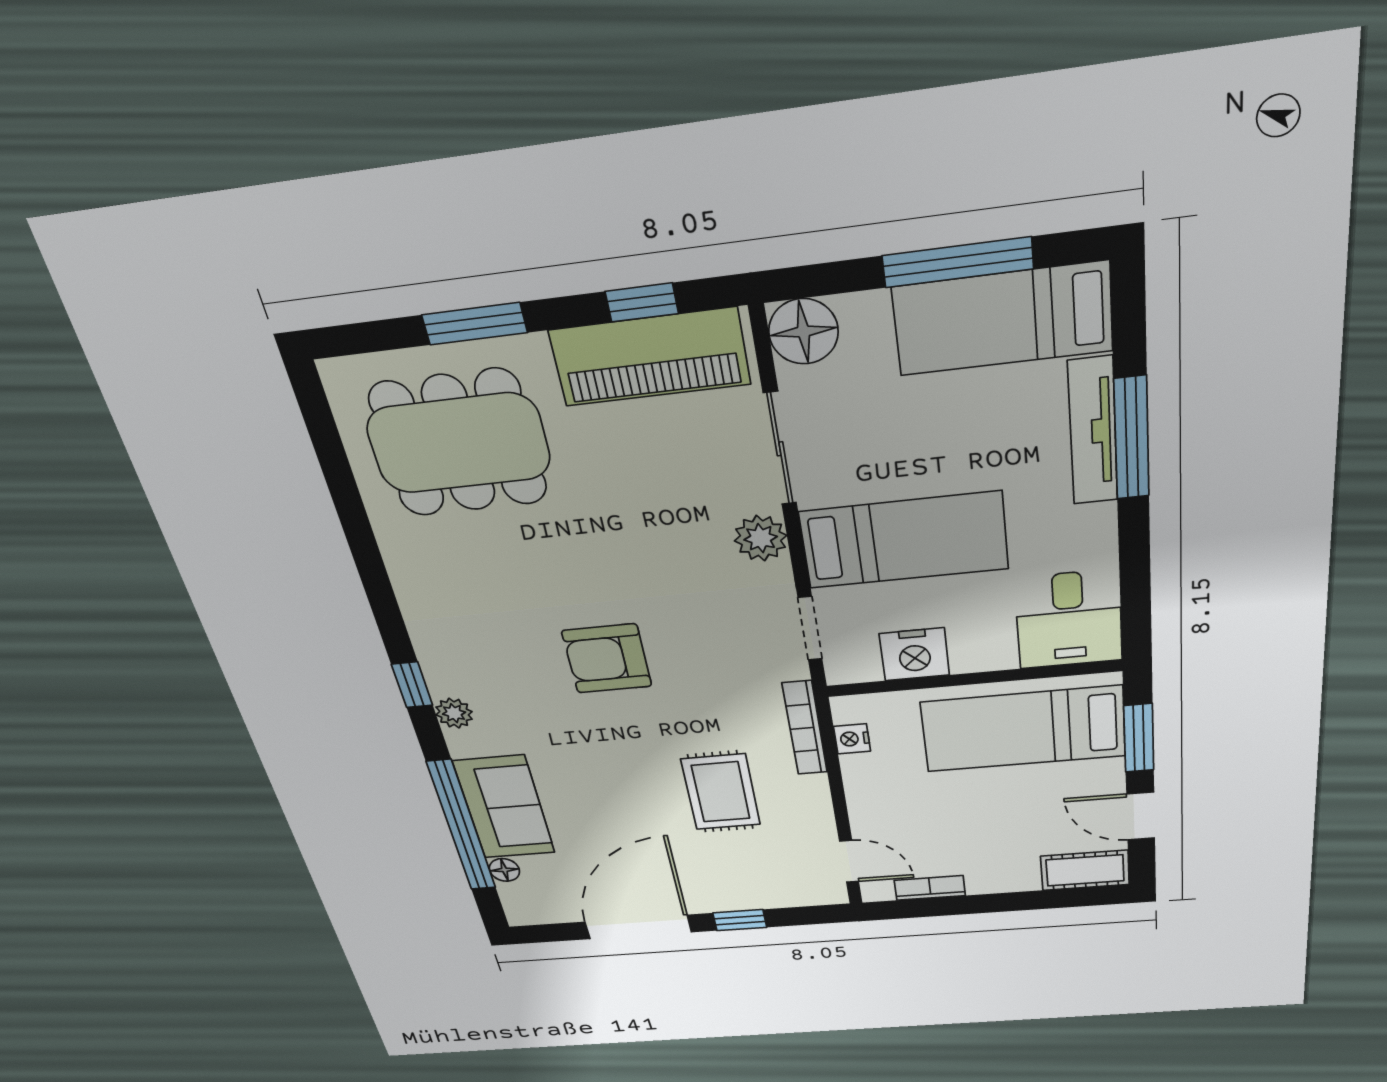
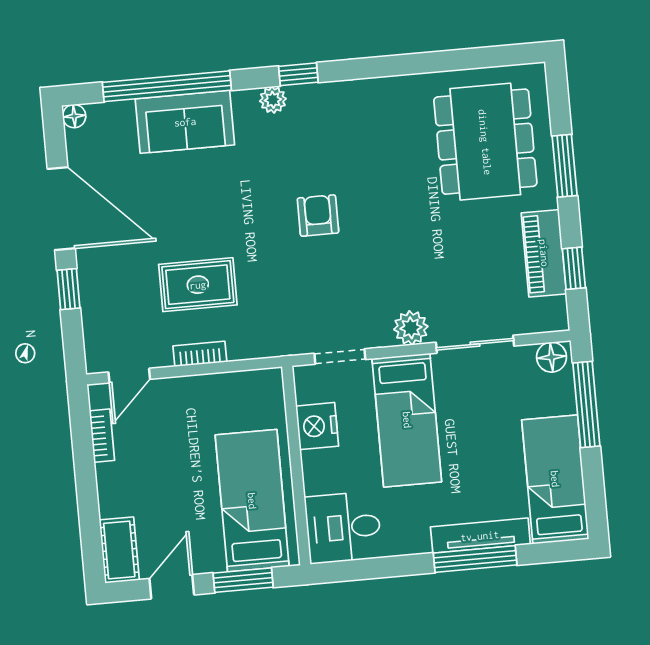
window: (958, 262) -> (586, 405), moved
floor lamp: (803, 331) -> (552, 357), width x0.73, depth x0.73
piano: (650, 357) -> (544, 253), width x0.73, depth x0.75
armchair: (607, 659) -> (318, 216), width x0.72, depth x0.72
bookcase: (805, 728) -> (200, 354), moved, width x0.64
nightstand: (852, 739) -> (245, 382), removed
floor lamp: (504, 870) -> (74, 116), moved

